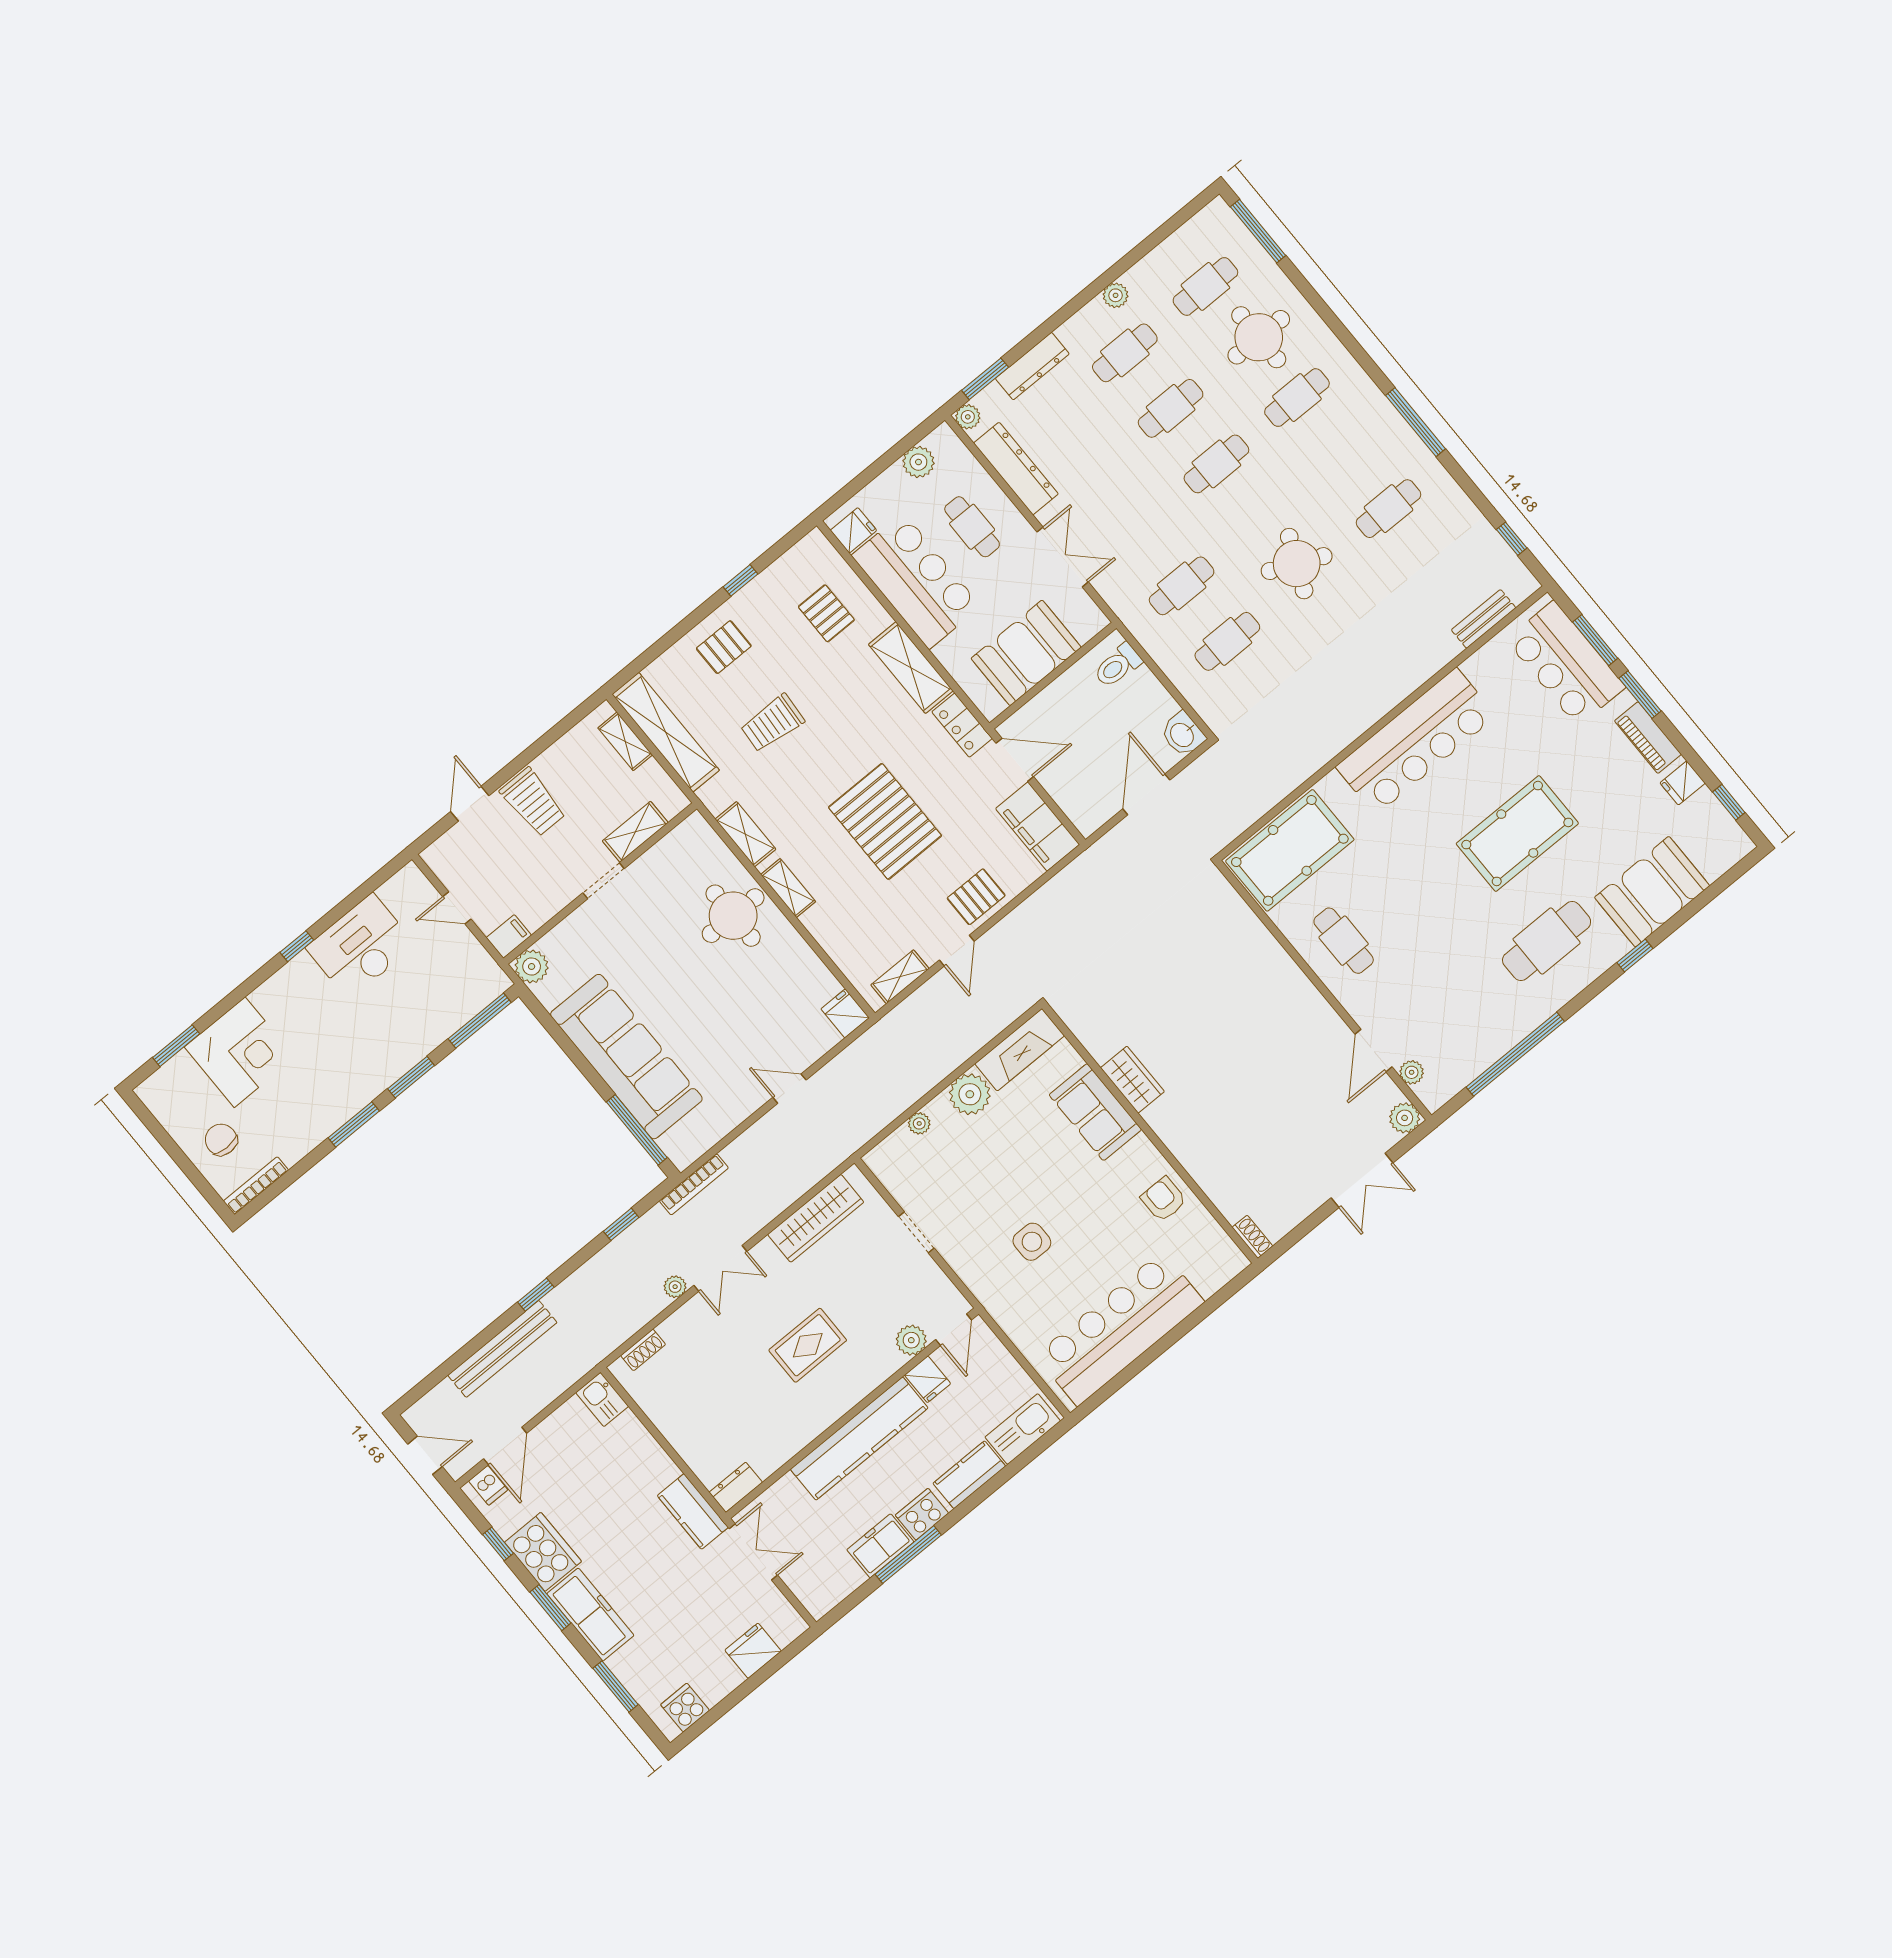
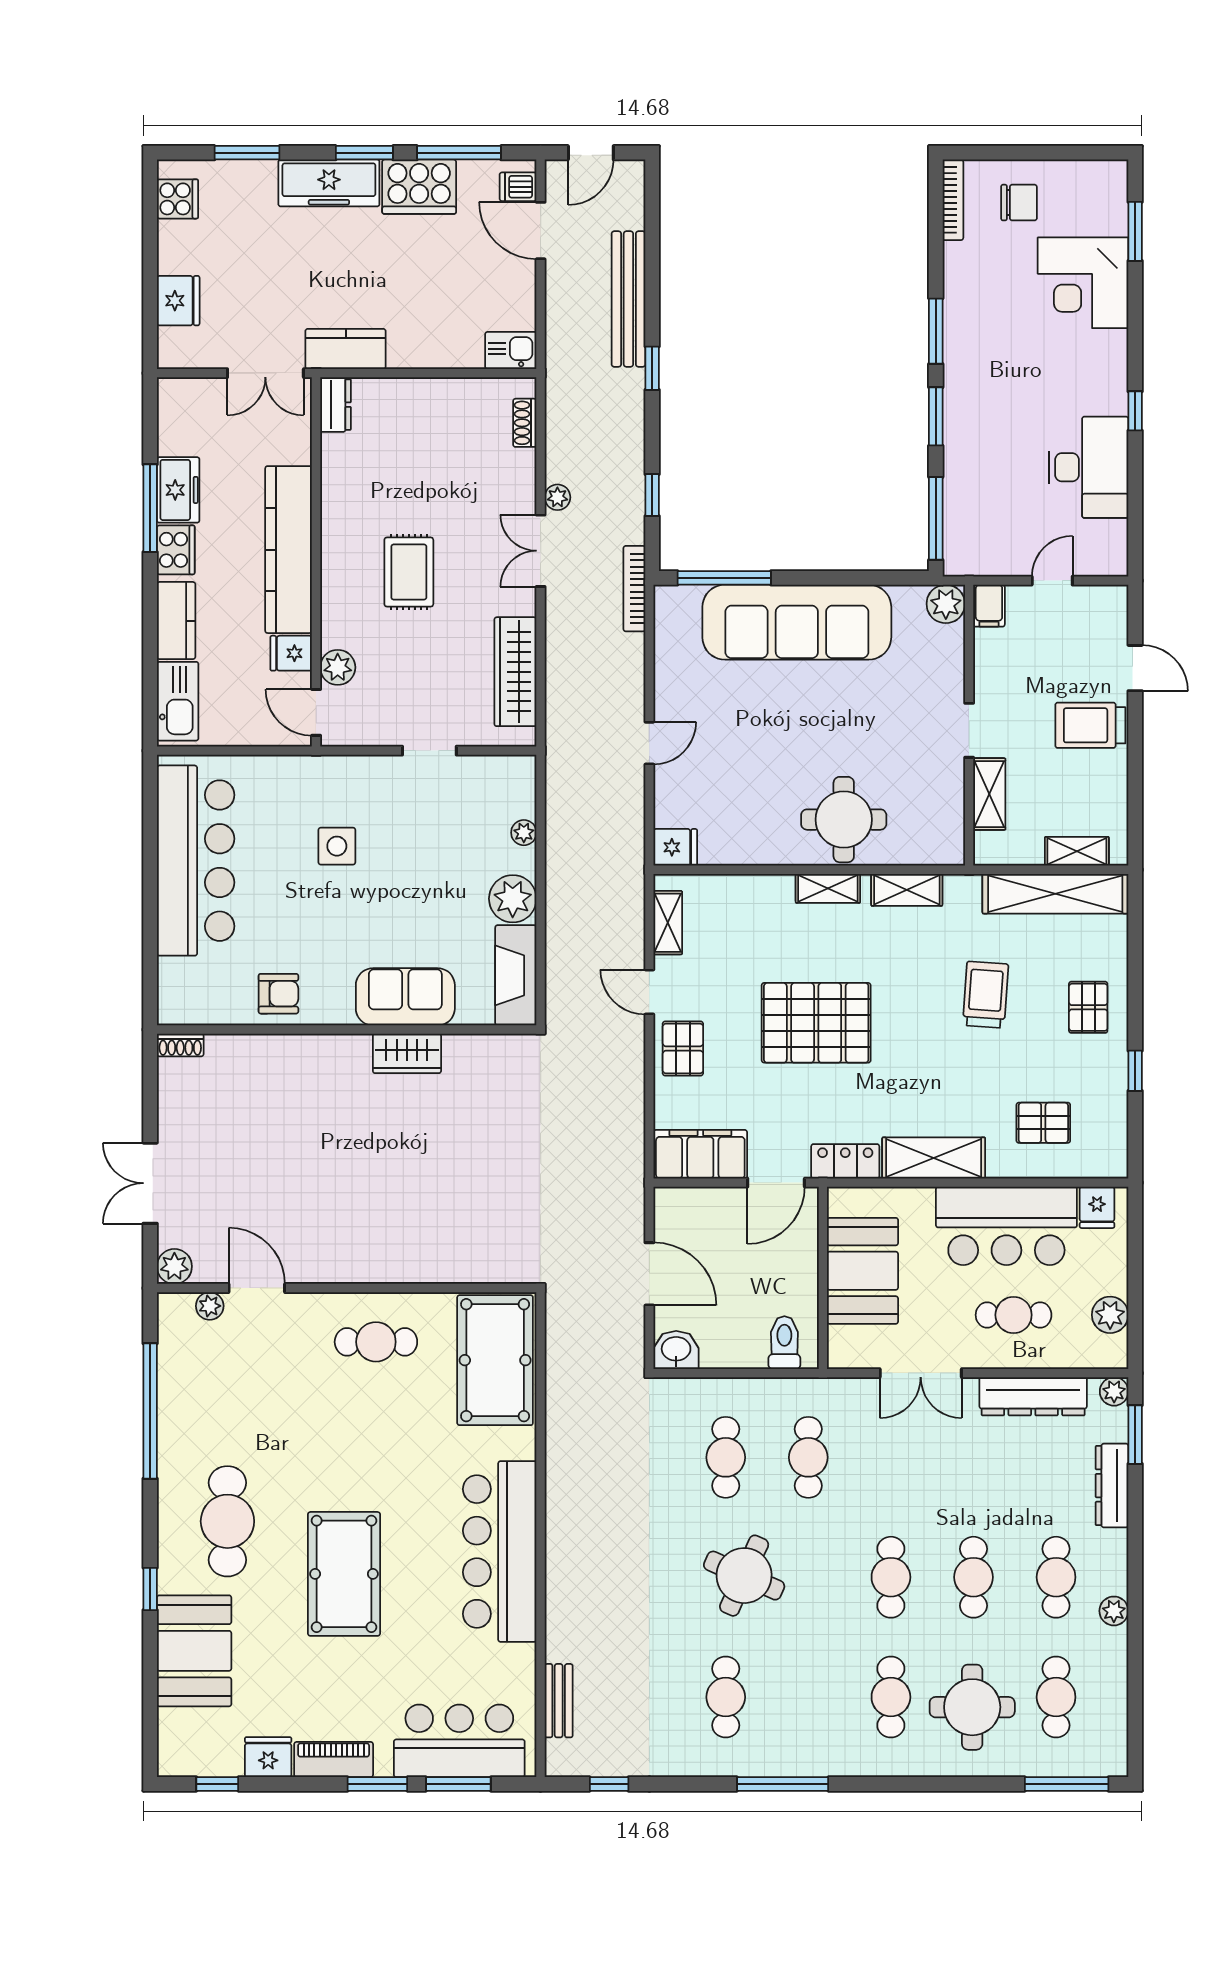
fridge: (1683, 783) -> (268, 1757), width x1.38
window: (498, 1544) -> (459, 153), width x2.17

